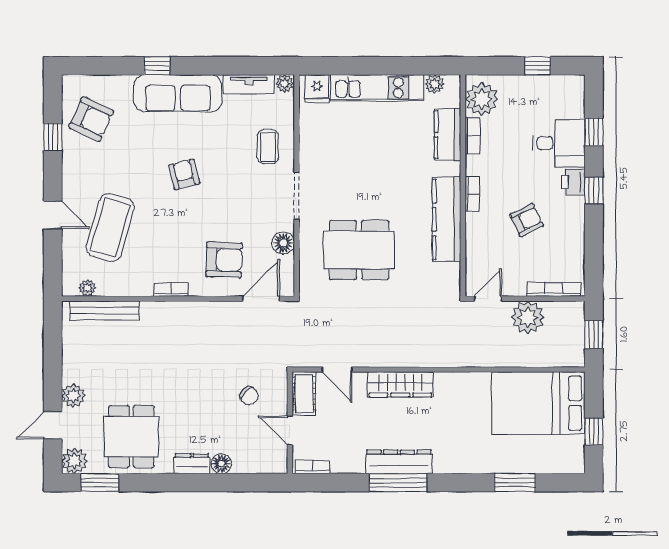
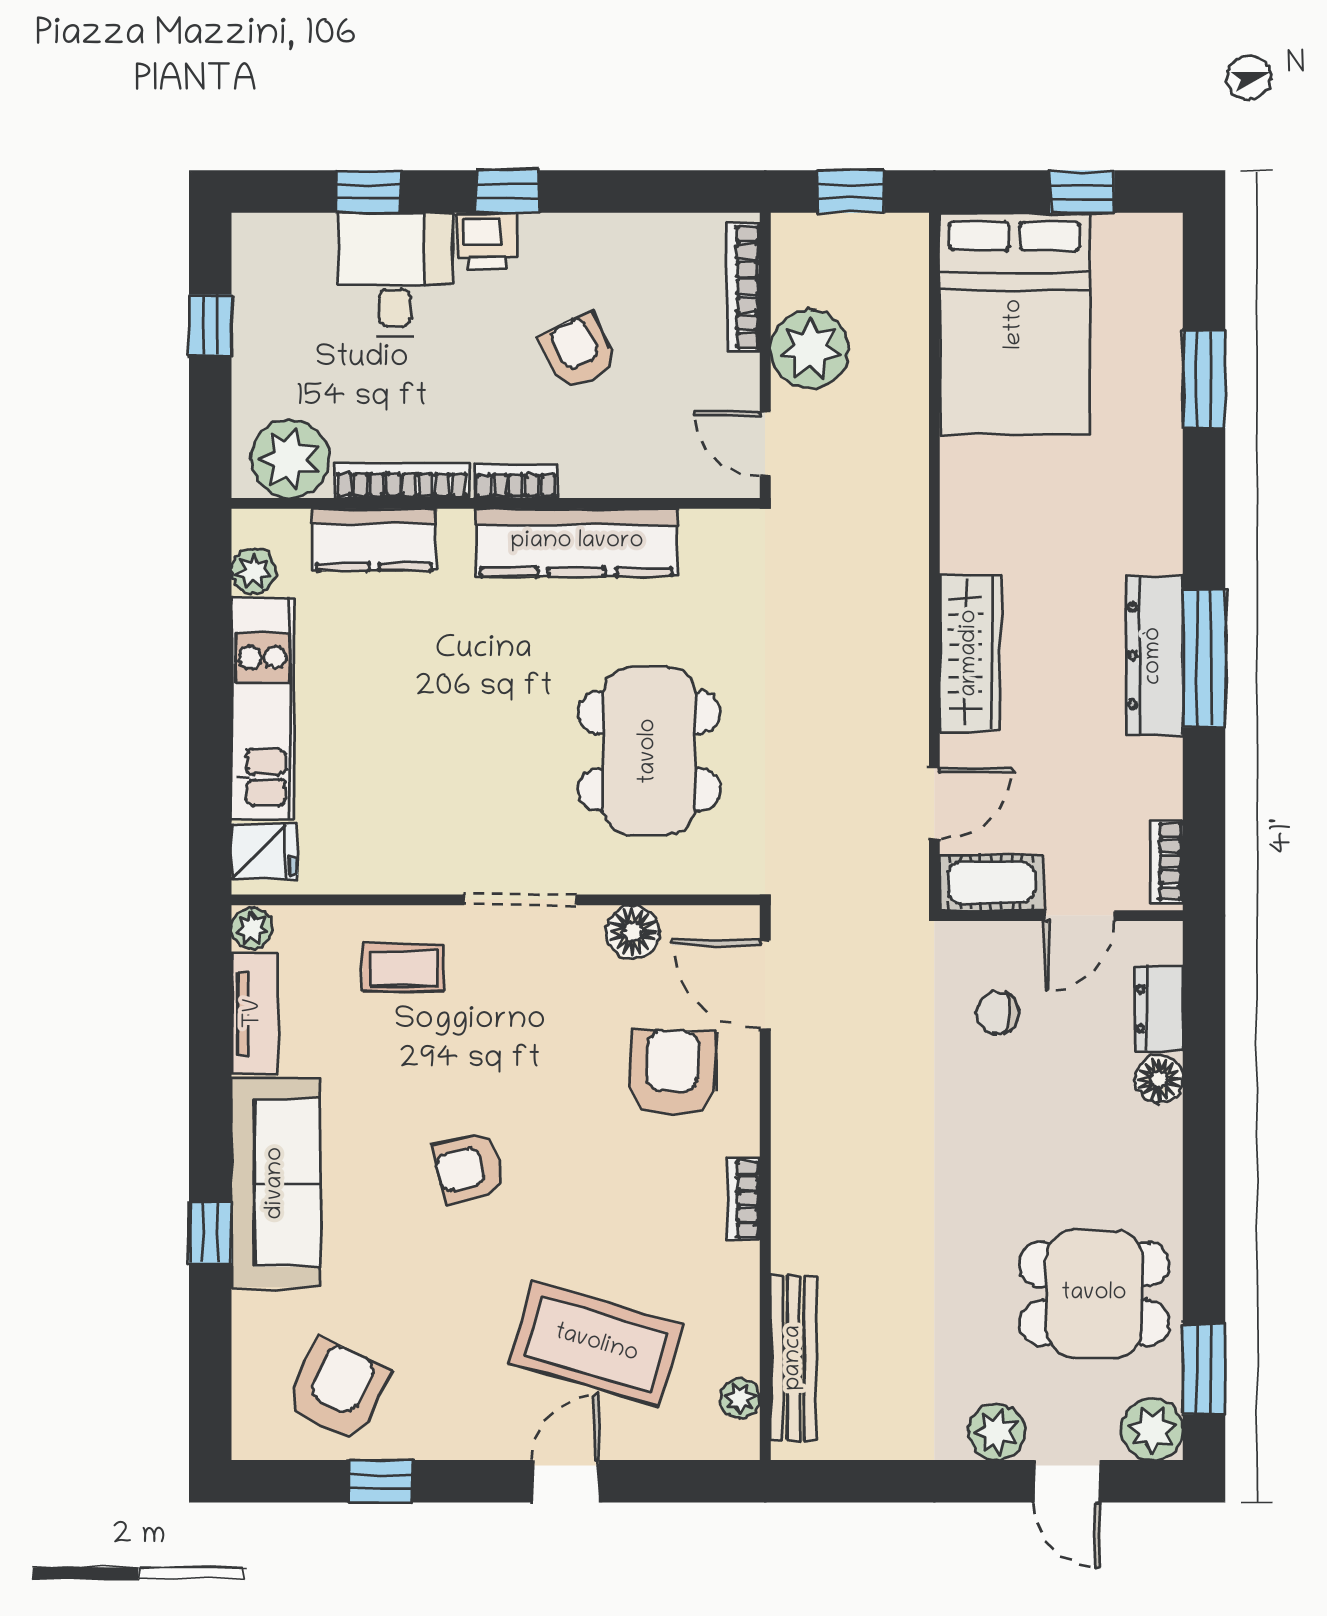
bookcase: (472, 136) -> (402, 481), width x1.56
chair: (249, 396) -> (997, 1013), turned -136
dresser: (192, 464) -> (1159, 1009), moved

